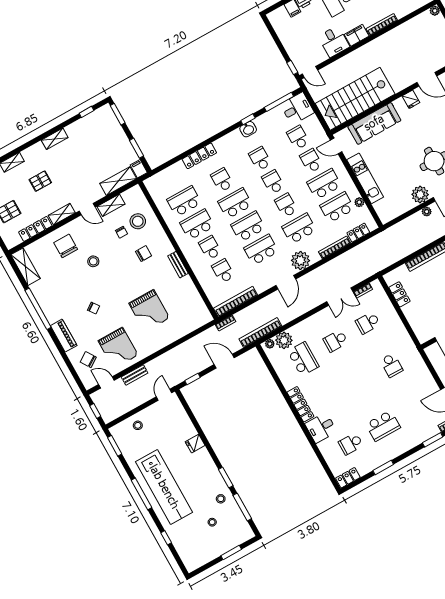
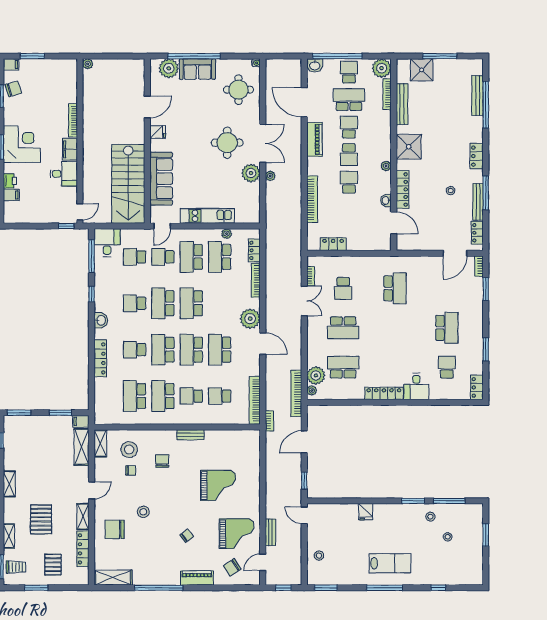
washbasin: (248, 129) -> (101, 320), moved
pallet: (40, 181) -> (41, 519), width x1.50, depth x1.42
school desk: (273, 182) -> (163, 303), width x1.85
shelving: (111, 205) -> (100, 443), moved
school desk: (286, 205) -> (191, 303), width x1.85
school desk: (299, 228) -> (220, 303), removed
school desk: (336, 341) -> (343, 328), width x1.85
school desk: (392, 365) -> (395, 288), width x1.85
school desk: (351, 444) -> (447, 367), turned 180
lab bench: (164, 487) -> (390, 563), width x0.54, depth x0.72

